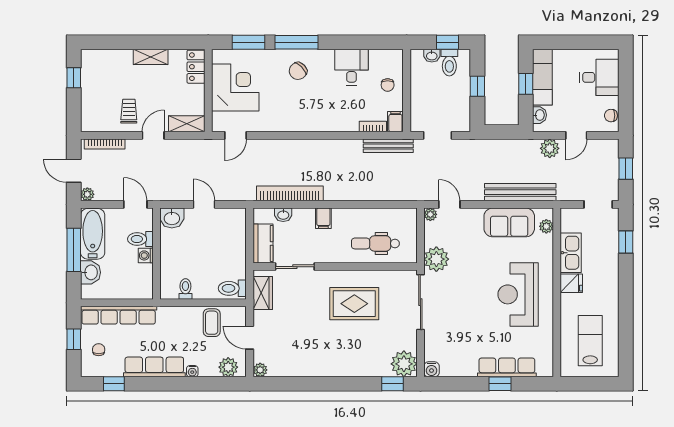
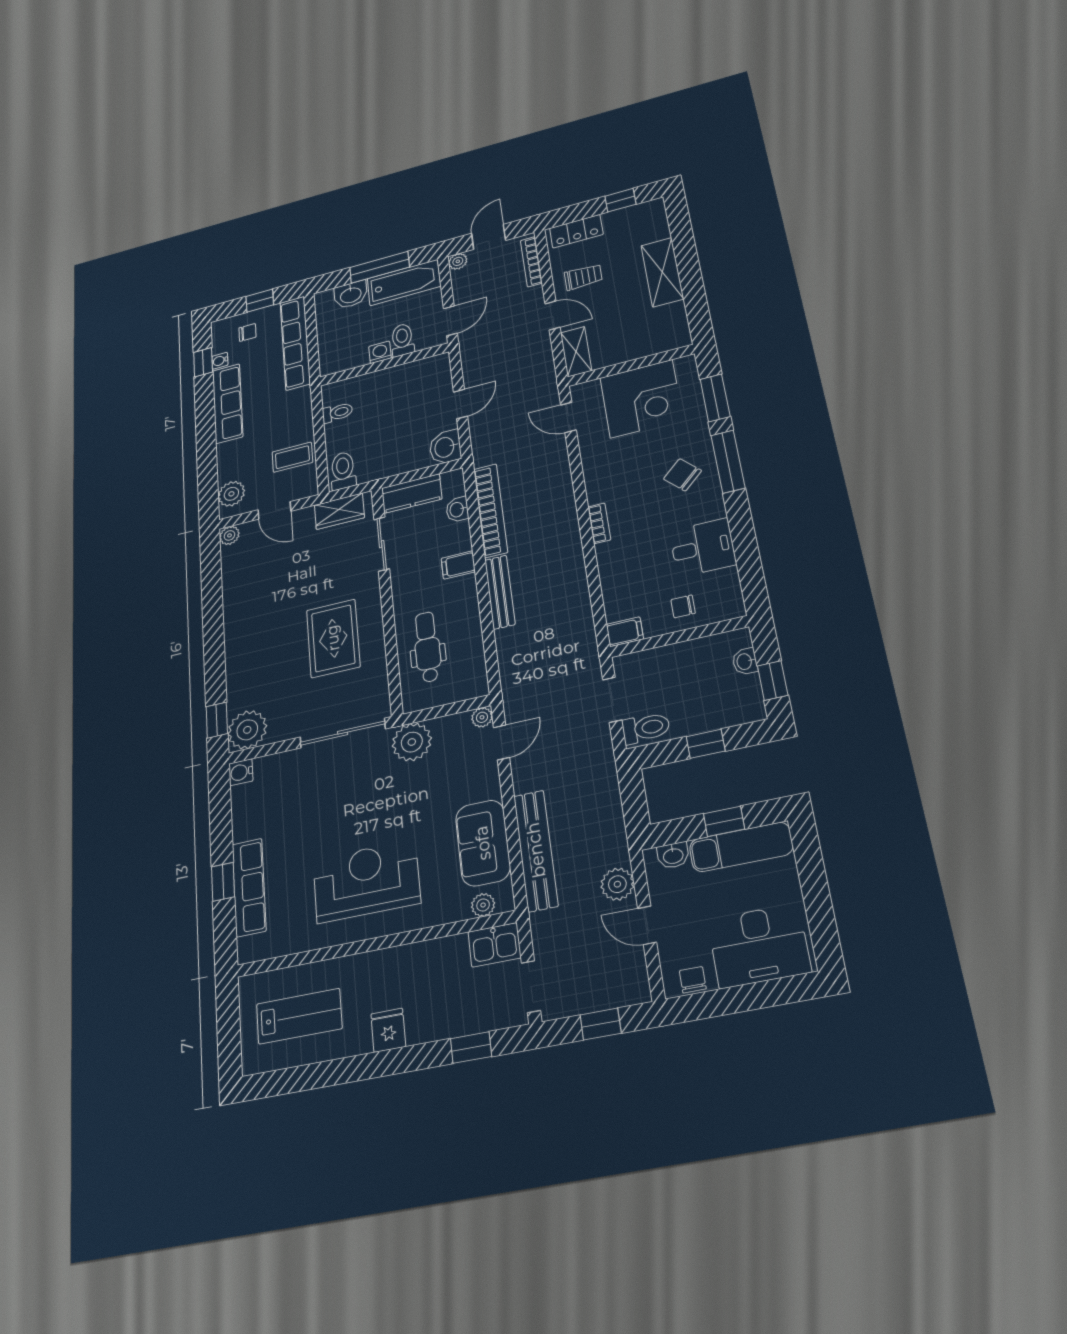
shelving: (151, 57) -> (662, 272), width x1.50, depth x1.33
toilet: (449, 63) -> (646, 728), moved, turned 180
locker: (196, 67) -> (576, 231), moved, turned 180
desk: (599, 77) -> (759, 946), width x1.37
bookcase: (373, 127) -> (599, 523), moved
bench: (388, 146) -> (500, 592), moved
washbasin: (172, 218) -> (445, 447), moved
kitchen sink: (571, 253) -> (495, 945), moved, width x0.73
fridge: (571, 283) -> (388, 1030), moved, turned 180
door: (250, 338) -> (274, 510), swing flipped
water cooler: (192, 371) -> (220, 361), moved

